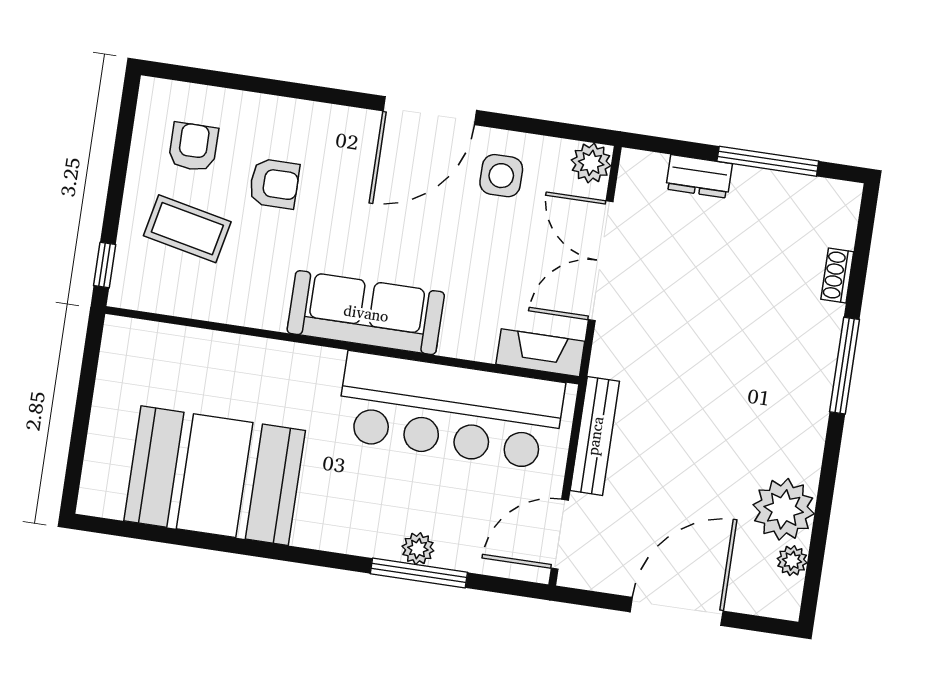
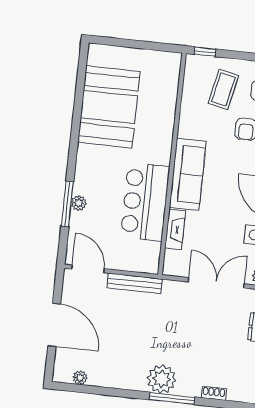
fireplace: (540, 353) -> (175, 229), moved
bar counter: (450, 411) -> (145, 202), width x0.73
plant: (784, 509) -> (162, 379), moved

